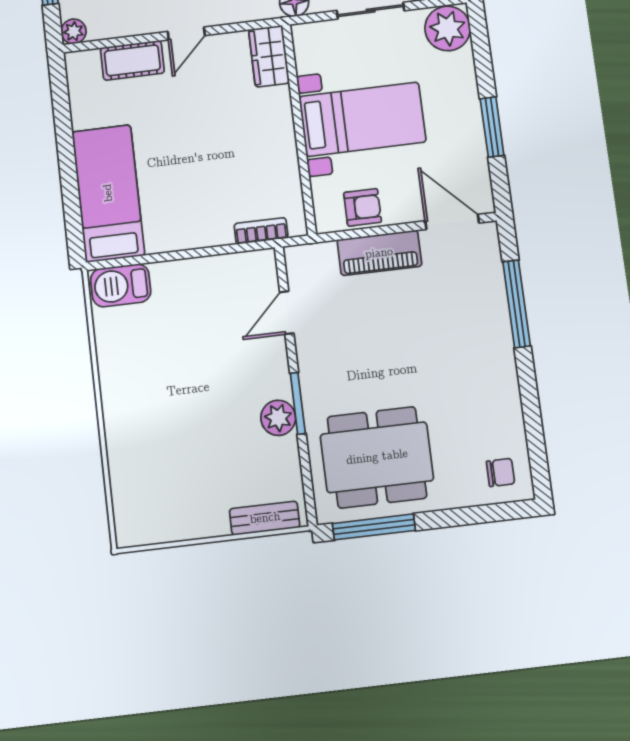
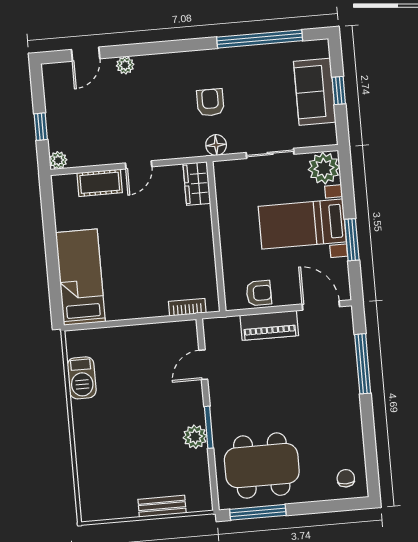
bed with nightstands: (362, 119) -> (302, 224), moved, turned 180
barbecue: (121, 285) -> (82, 378), moved, turned -90
chair: (500, 472) -> (346, 478), turned -90
bench: (265, 518) -> (162, 506), moved

